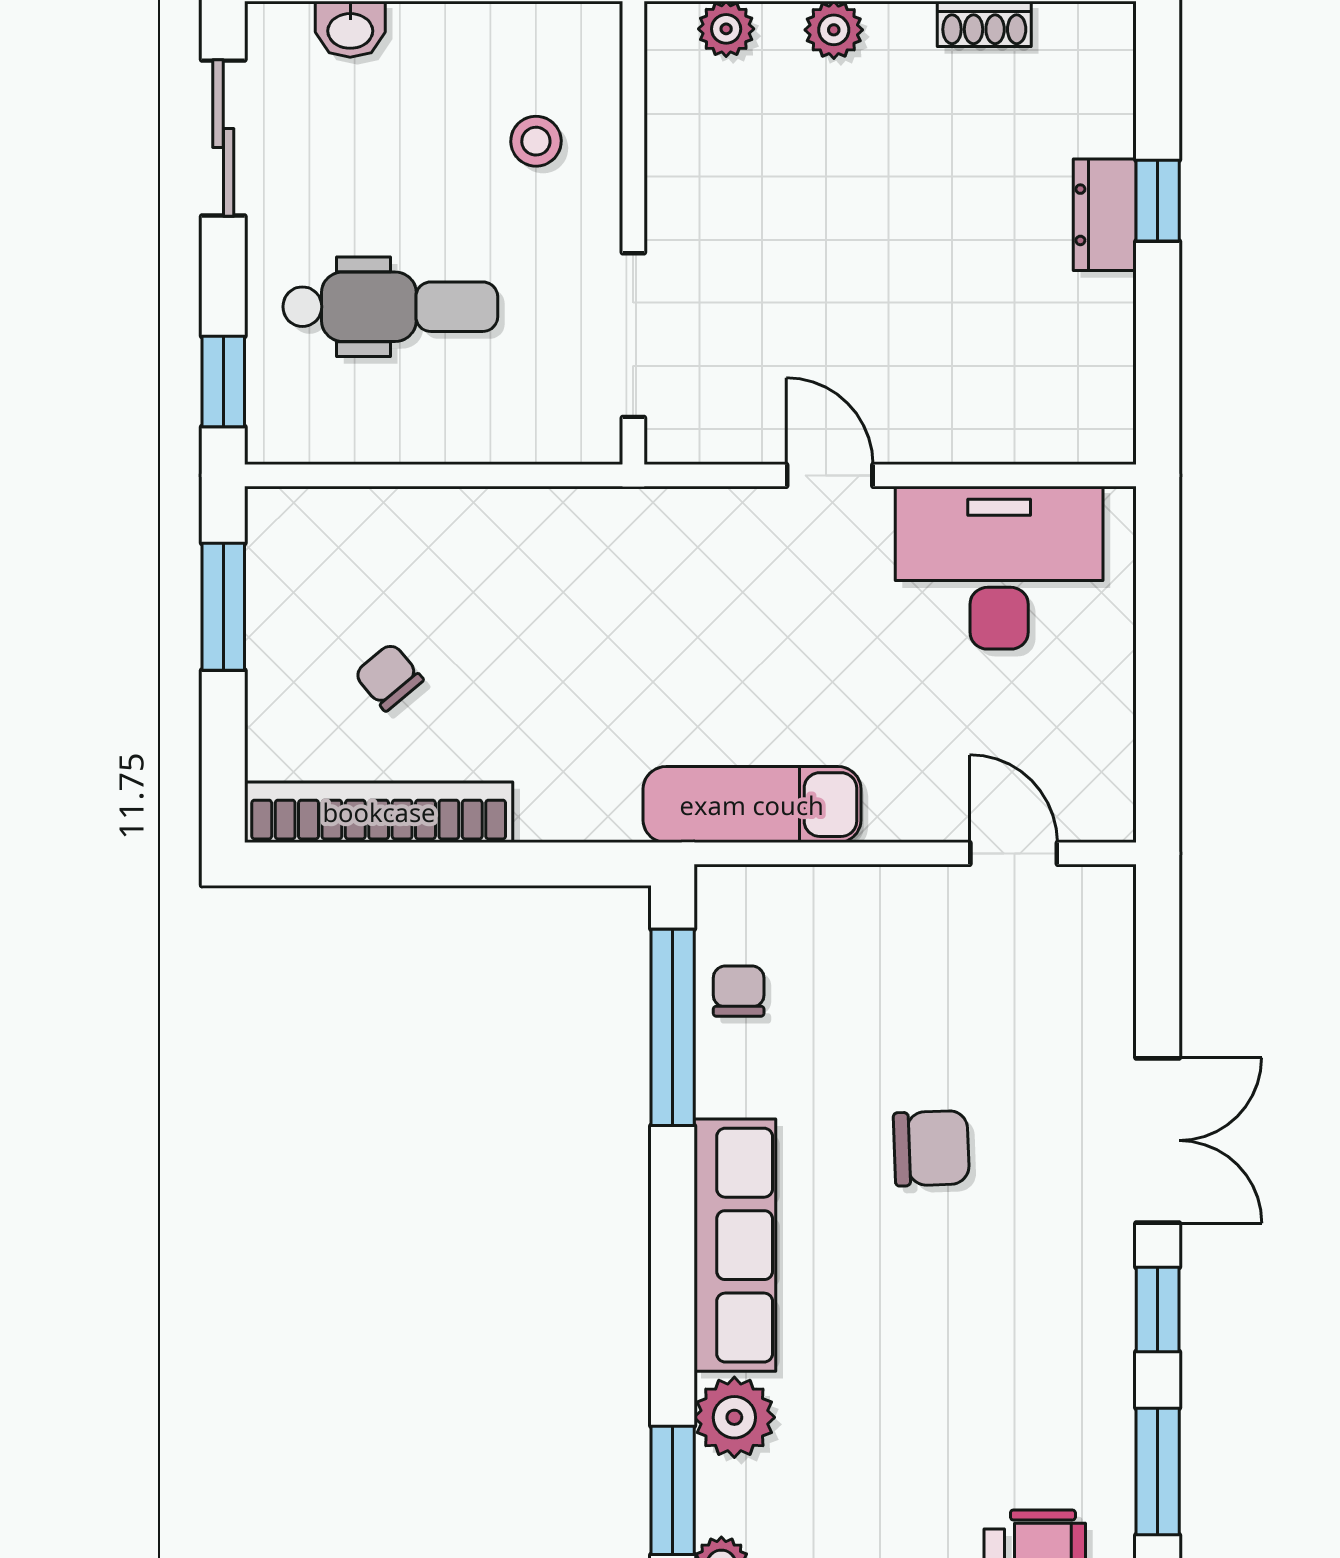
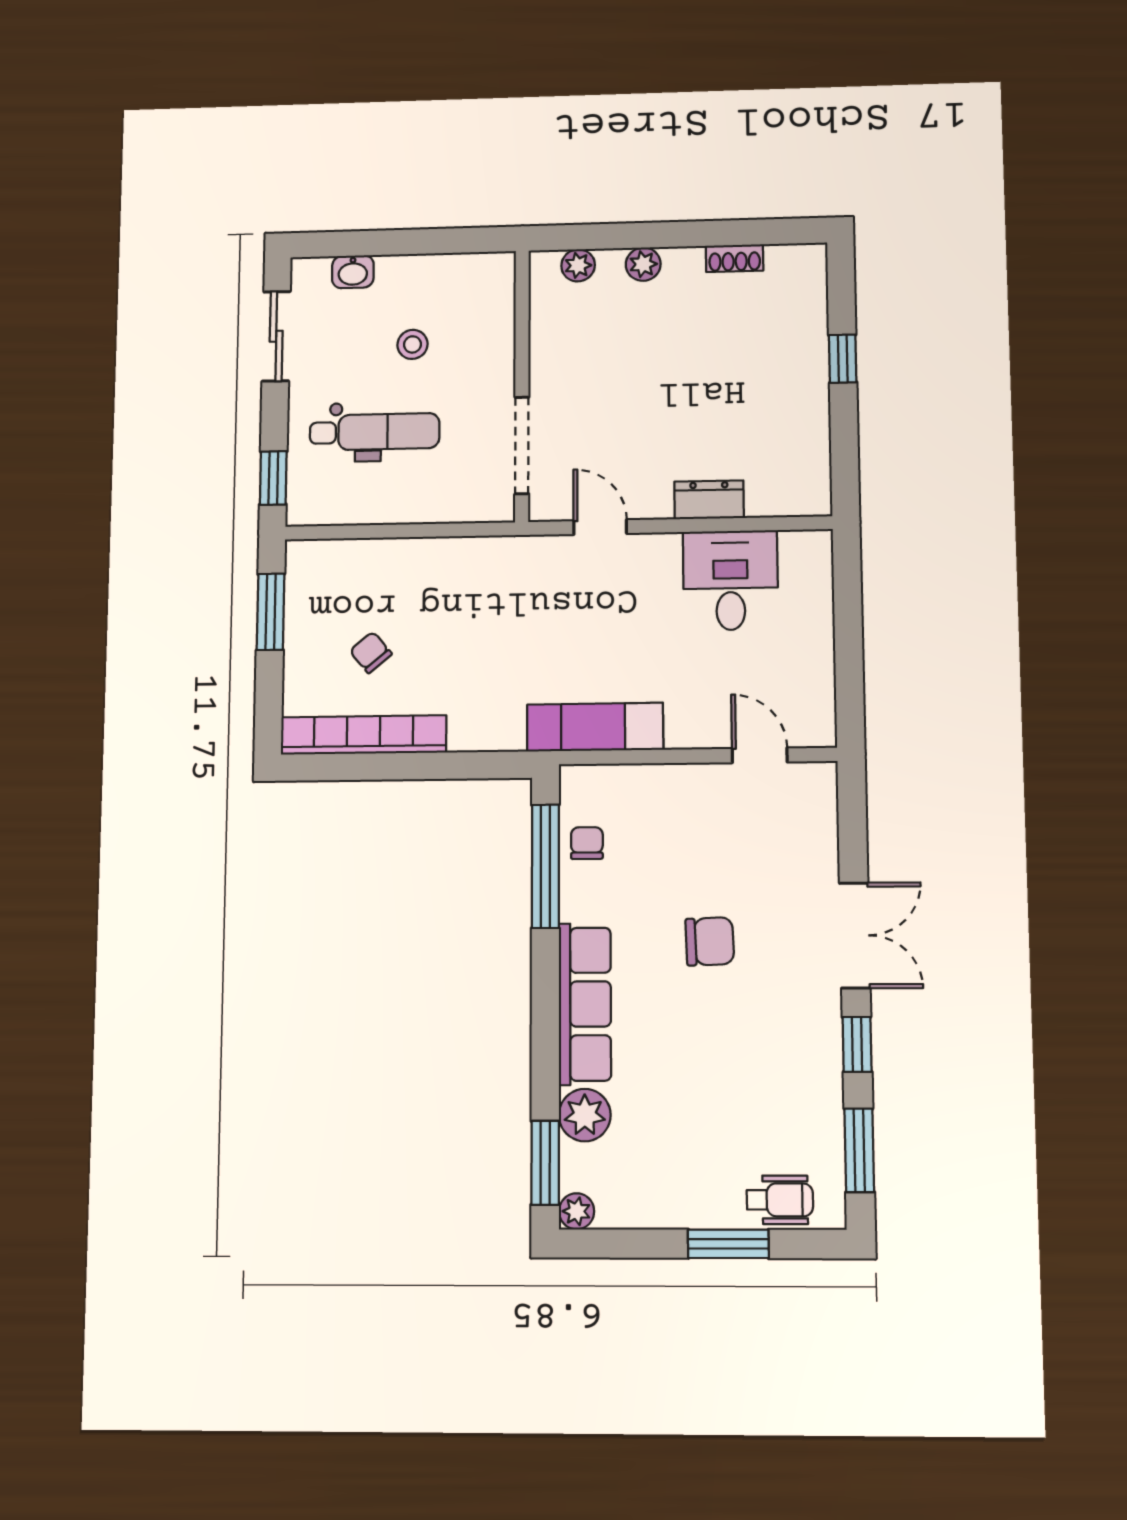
stool: (536, 141) -> (412, 344), moved
dresser: (1105, 215) -> (709, 500), moved, turned 90
door: (830, 475) -> (600, 527), moved
desk: (999, 568) -> (731, 580), width x0.73

